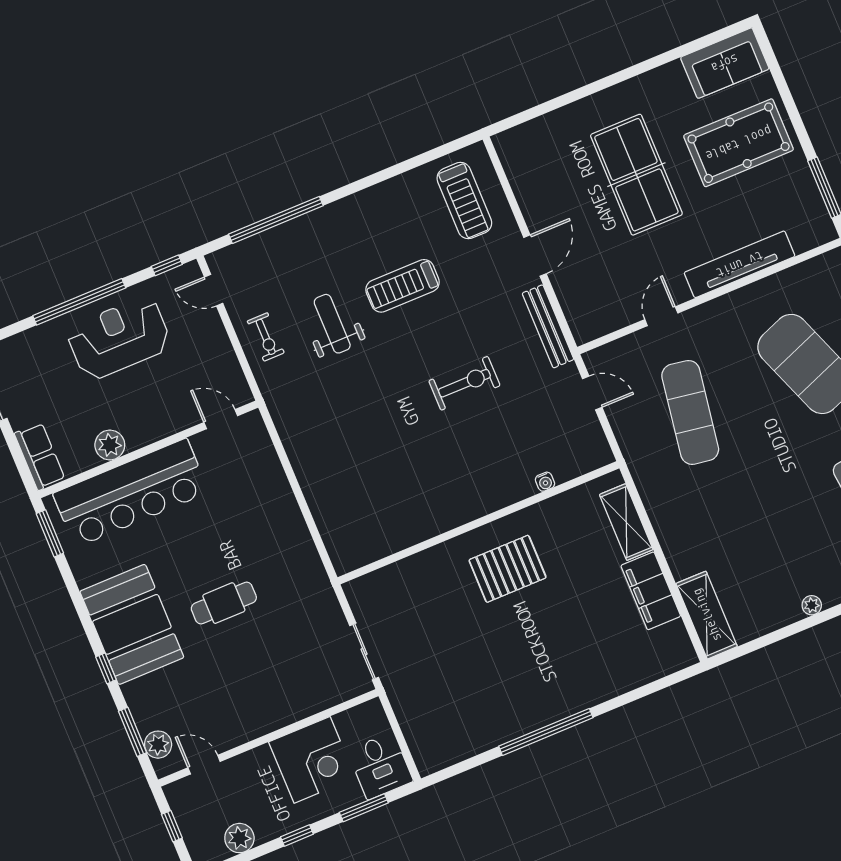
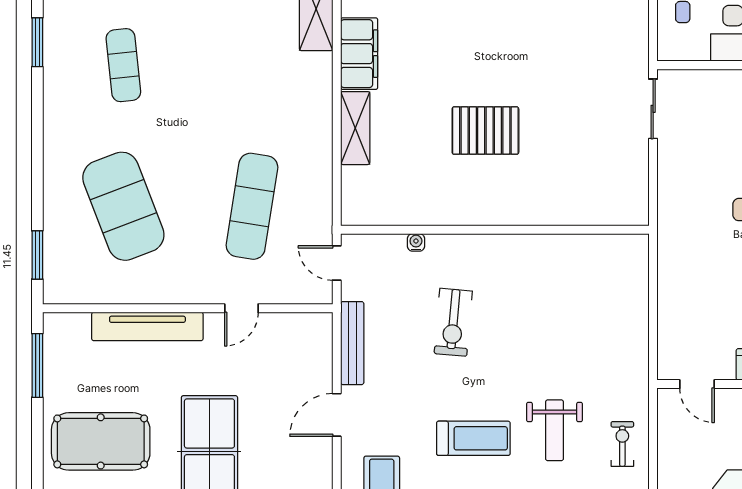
exercise bike: (464, 383) -> (453, 322), turned -85
water cooler: (545, 482) -> (416, 242), moved
wall: (478, 523) -> (495, 230), moved

